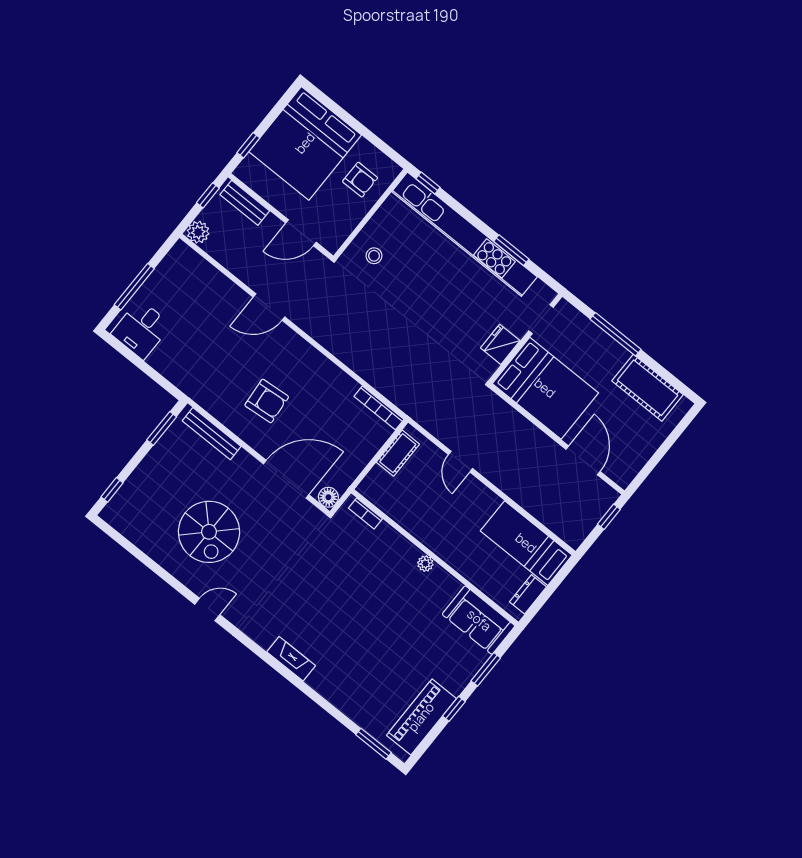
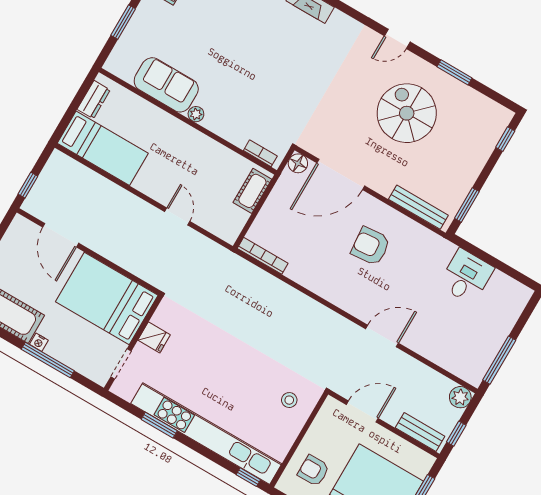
window: (134, 287) -> (499, 360), moved
desk: (141, 329) -> (466, 276), moved
fridge: (500, 344) -> (154, 337), width x0.72
nightstand: (622, 354) -> (39, 342), added
cot: (398, 453) -> (252, 191), moved
window: (154, 566) -> (455, 72), added
sofa: (479, 620) -> (166, 85), moved

